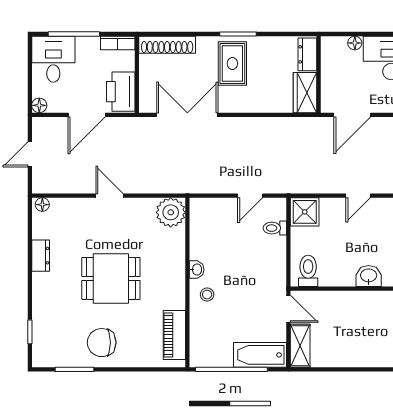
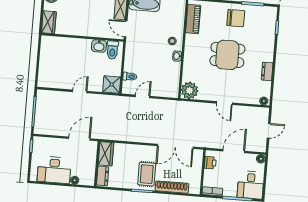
shoe rack: (167, 45) -> (172, 187), moved
printer: (121, 92) -> (210, 163), width x0.53, depth x0.68
washbasin: (369, 276) -> (99, 46), moved

